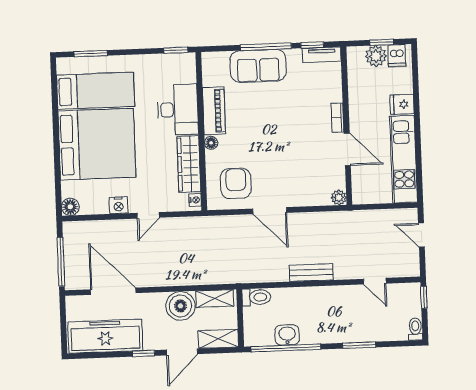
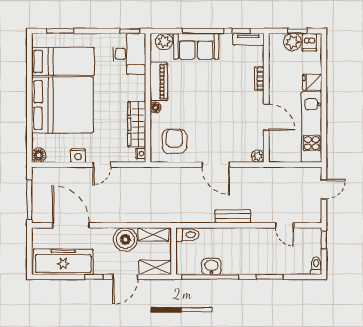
plant: (218, 62) -> (164, 42), added
desk: (178, 110) -> (129, 54), moved
bookcase: (337, 118) -> (259, 79), moved
door: (270, 211) -> (216, 165), moved
door: (421, 235) -> (324, 189), swing flipped

